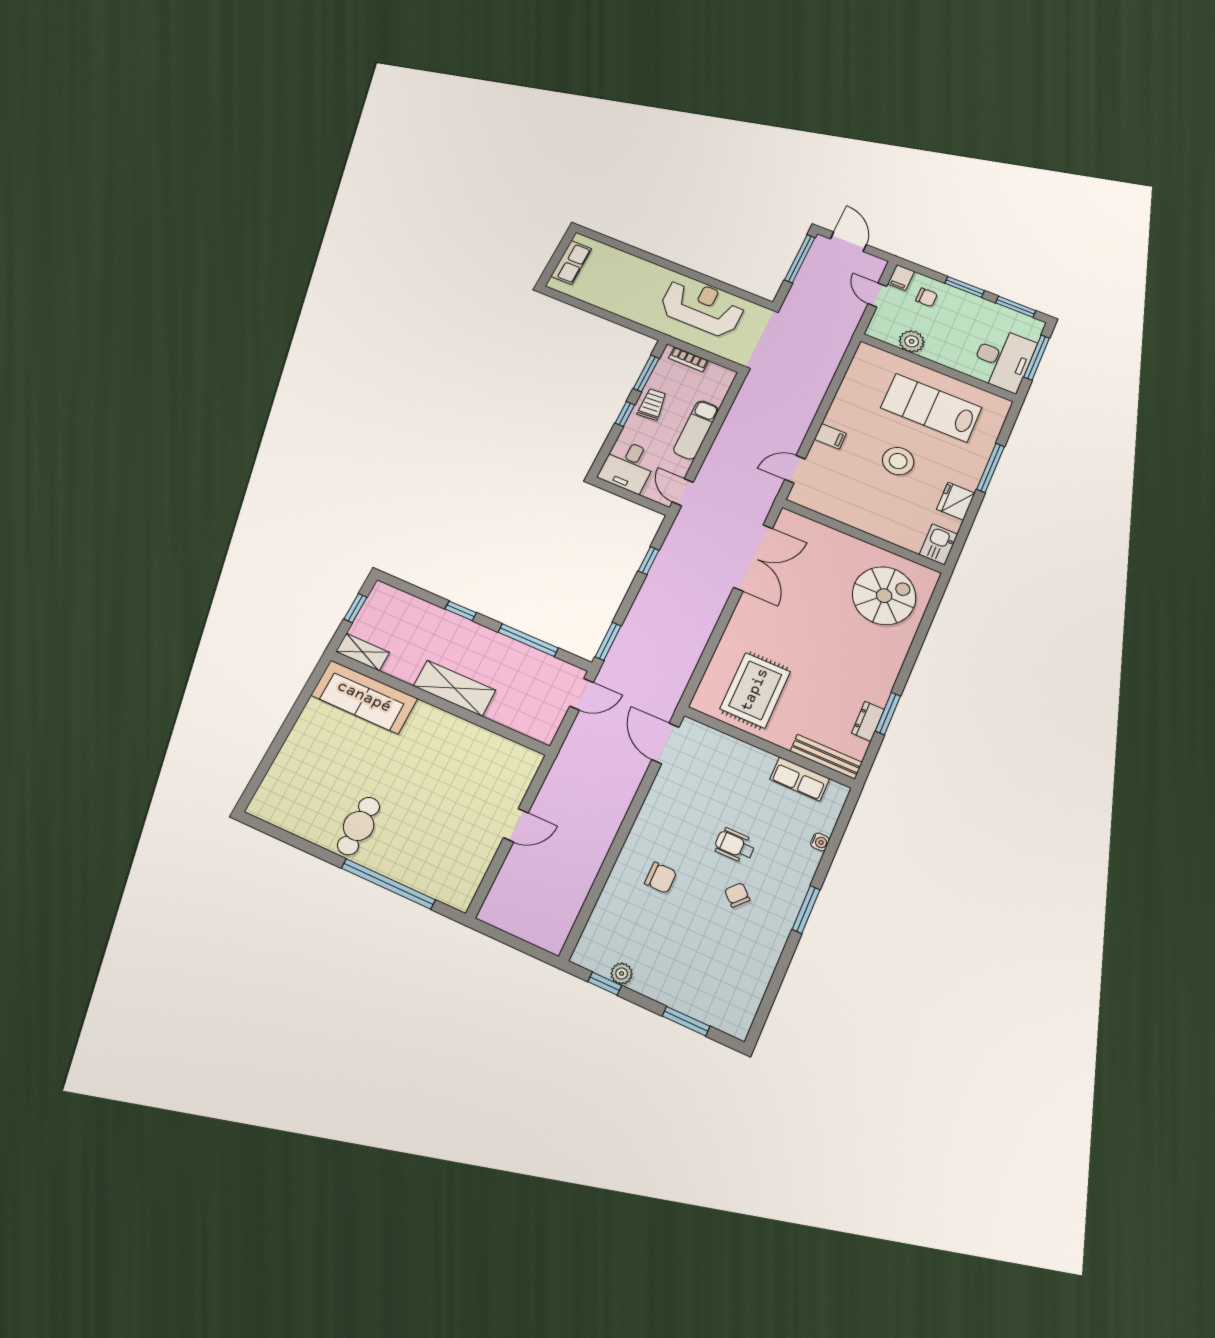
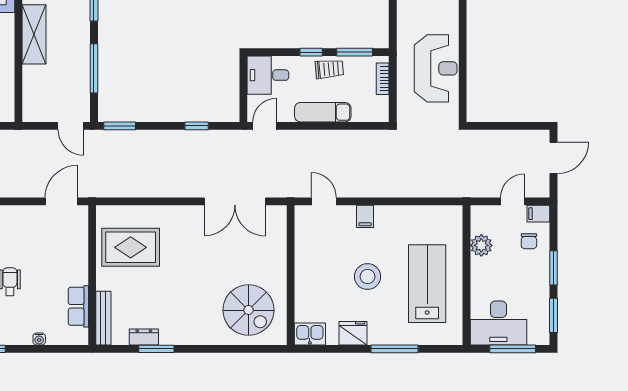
window: (800, 259) -> (518, 126), removed

